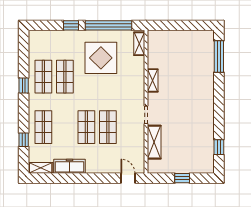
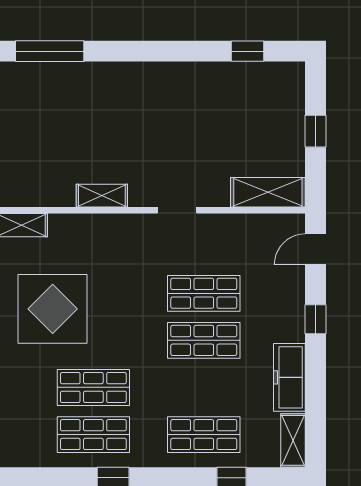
shelving: (154, 142) -> (268, 192), moved
window: (96, 178) -> (315, 319), added

